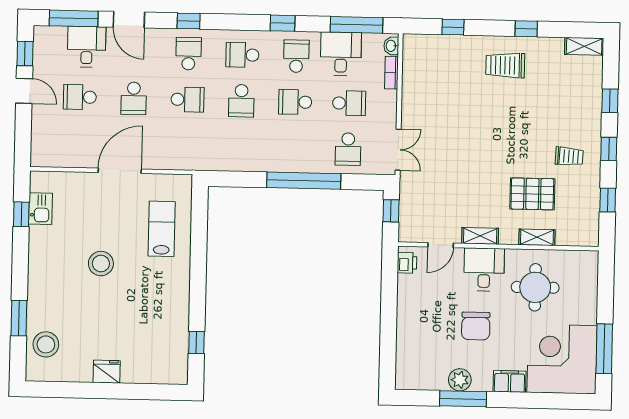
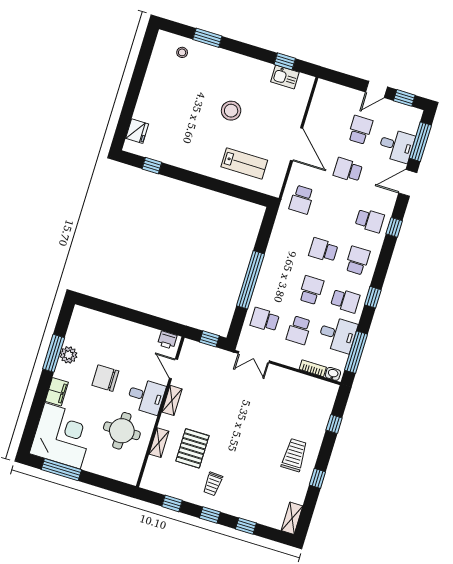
school desk: (188, 100) -> (302, 200), moved
stool: (46, 344) -> (182, 52), width x0.53, depth x0.53
fridge: (107, 372) -> (137, 131), moved

